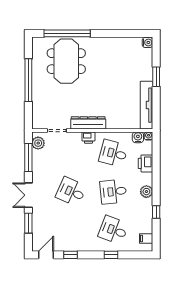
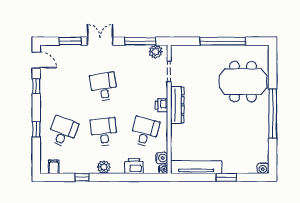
window: (67, 33) -> (273, 113), moved
desk: (71, 192) -> (104, 87), turned -33

